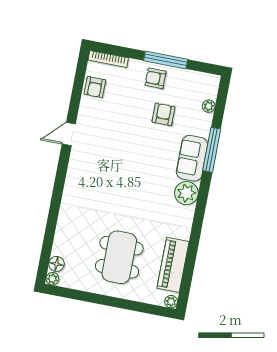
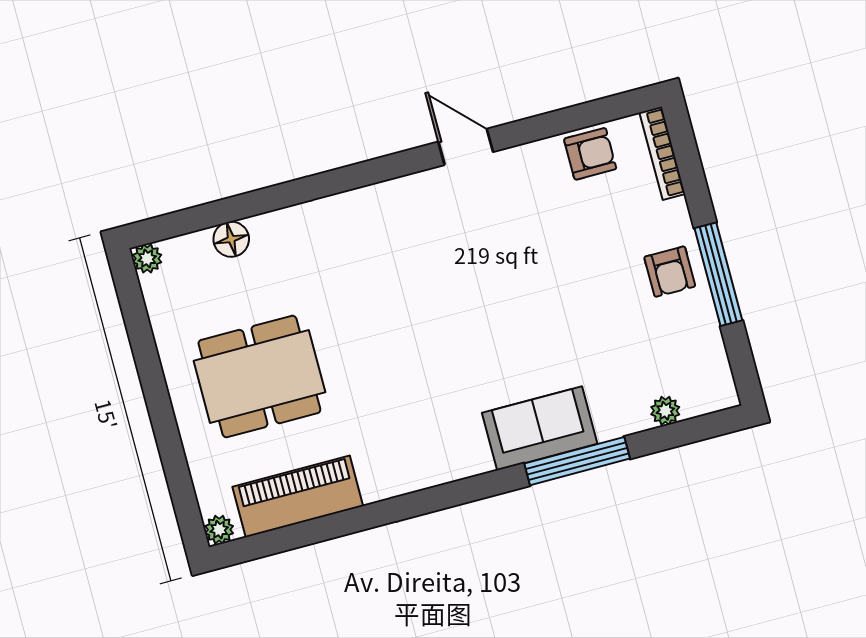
armchair: (156, 78) -> (670, 272), turned 180
armchair: (95, 87) -> (590, 154), turned 180
armchair: (163, 114) -> (602, 324), removed
plant: (186, 193) -> (461, 452), removed
floor lamp: (57, 264) -> (231, 239), moved

